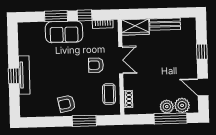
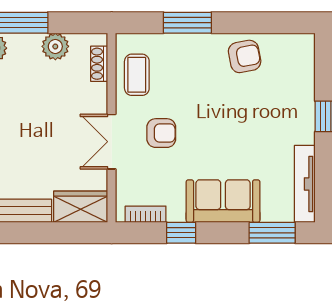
window: (56, 16) -> (272, 233), moved
tv unit: (24, 75) -> (305, 184), moved
armchair: (67, 104) -> (245, 56), moved
plant: (167, 107) -> (55, 46), moved

